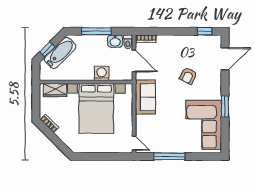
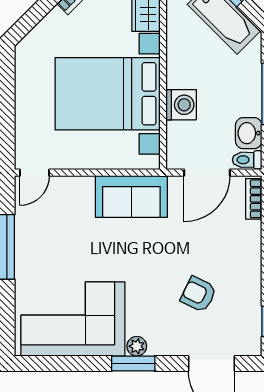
armchair: (188, 76) -> (198, 294), moved
plant: (217, 95) -> (137, 346), added
window: (225, 106) -> (133, 364), moved

